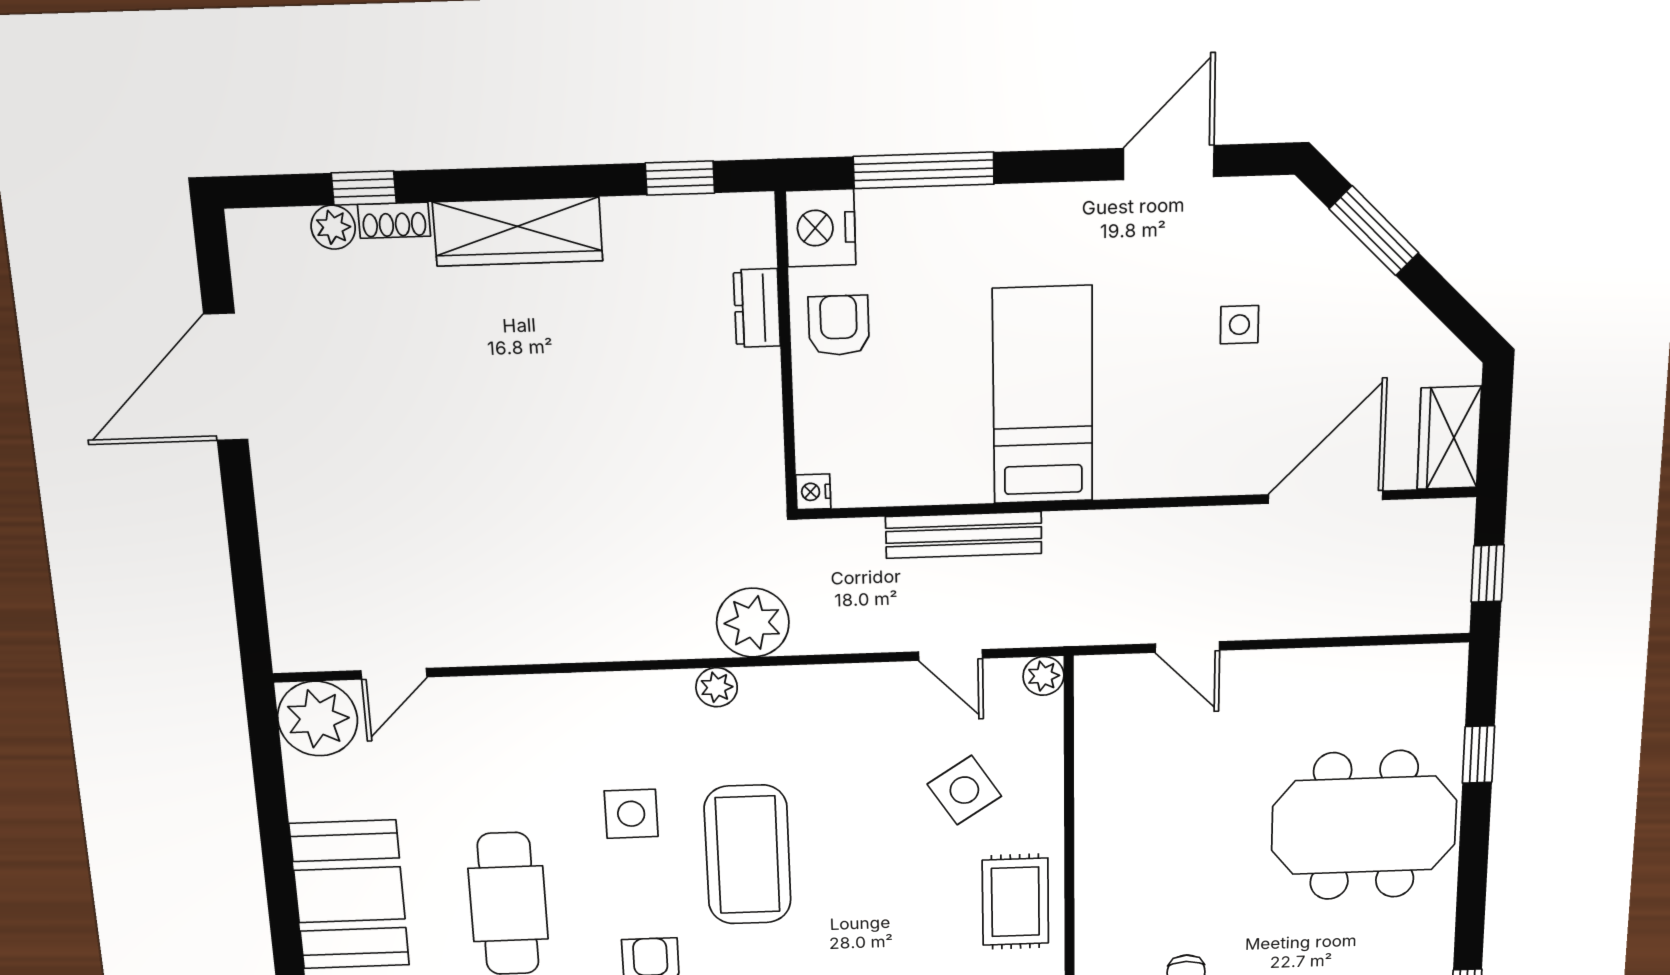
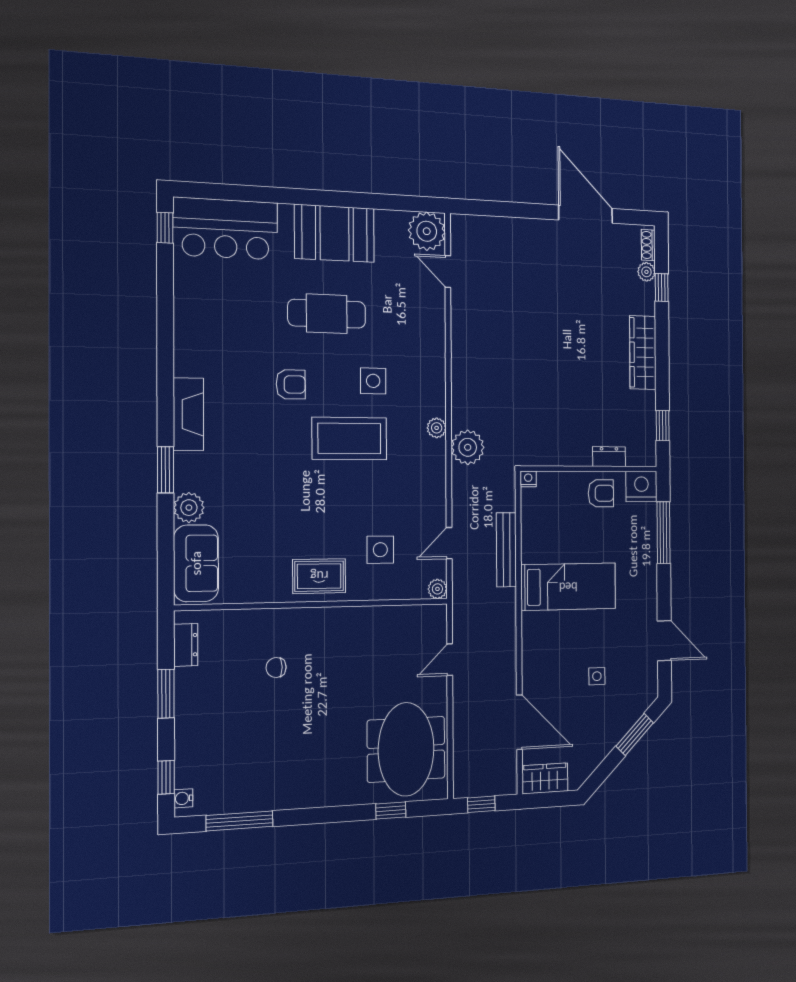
shoe rack: (394, 220) -> (648, 245), moved
side table: (964, 790) -> (380, 550), turned 33
meeting table: (1364, 825) -> (406, 749), moved

